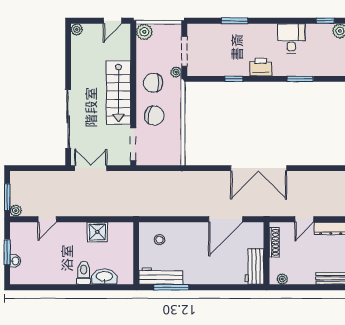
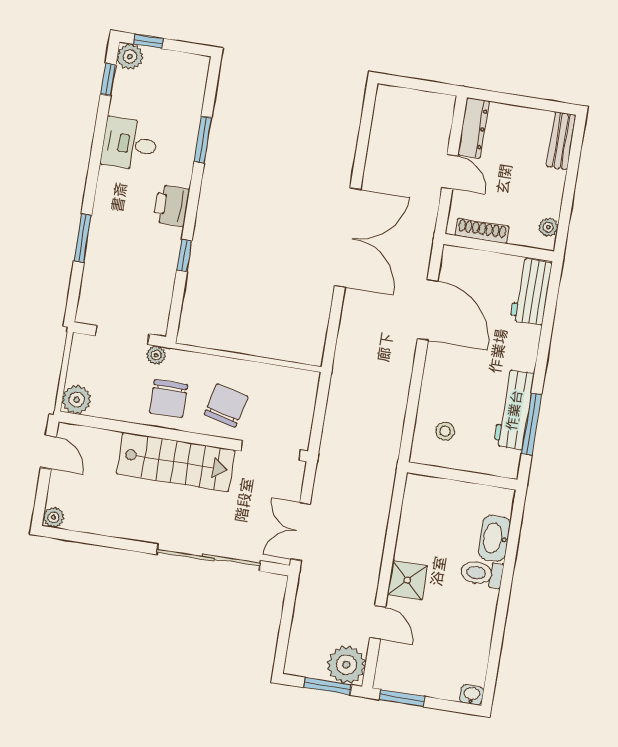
plant: (16, 211) -> (346, 665), width x1.88, depth x1.88
shower: (97, 232) -> (407, 580), moved
window: (7, 252) -> (402, 698), moved
washbasin: (15, 261) -> (472, 695), moved
workbench: (254, 266) -> (531, 291), moved, turned 90
workbench: (161, 276) -> (514, 410), moved

